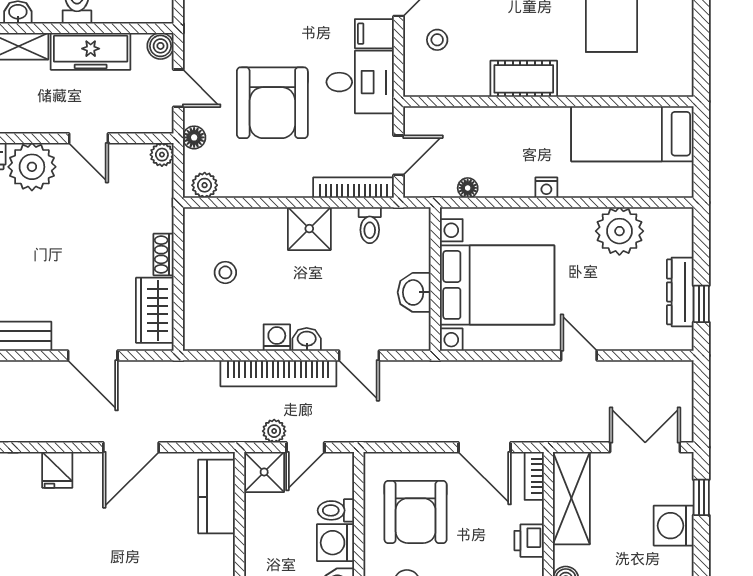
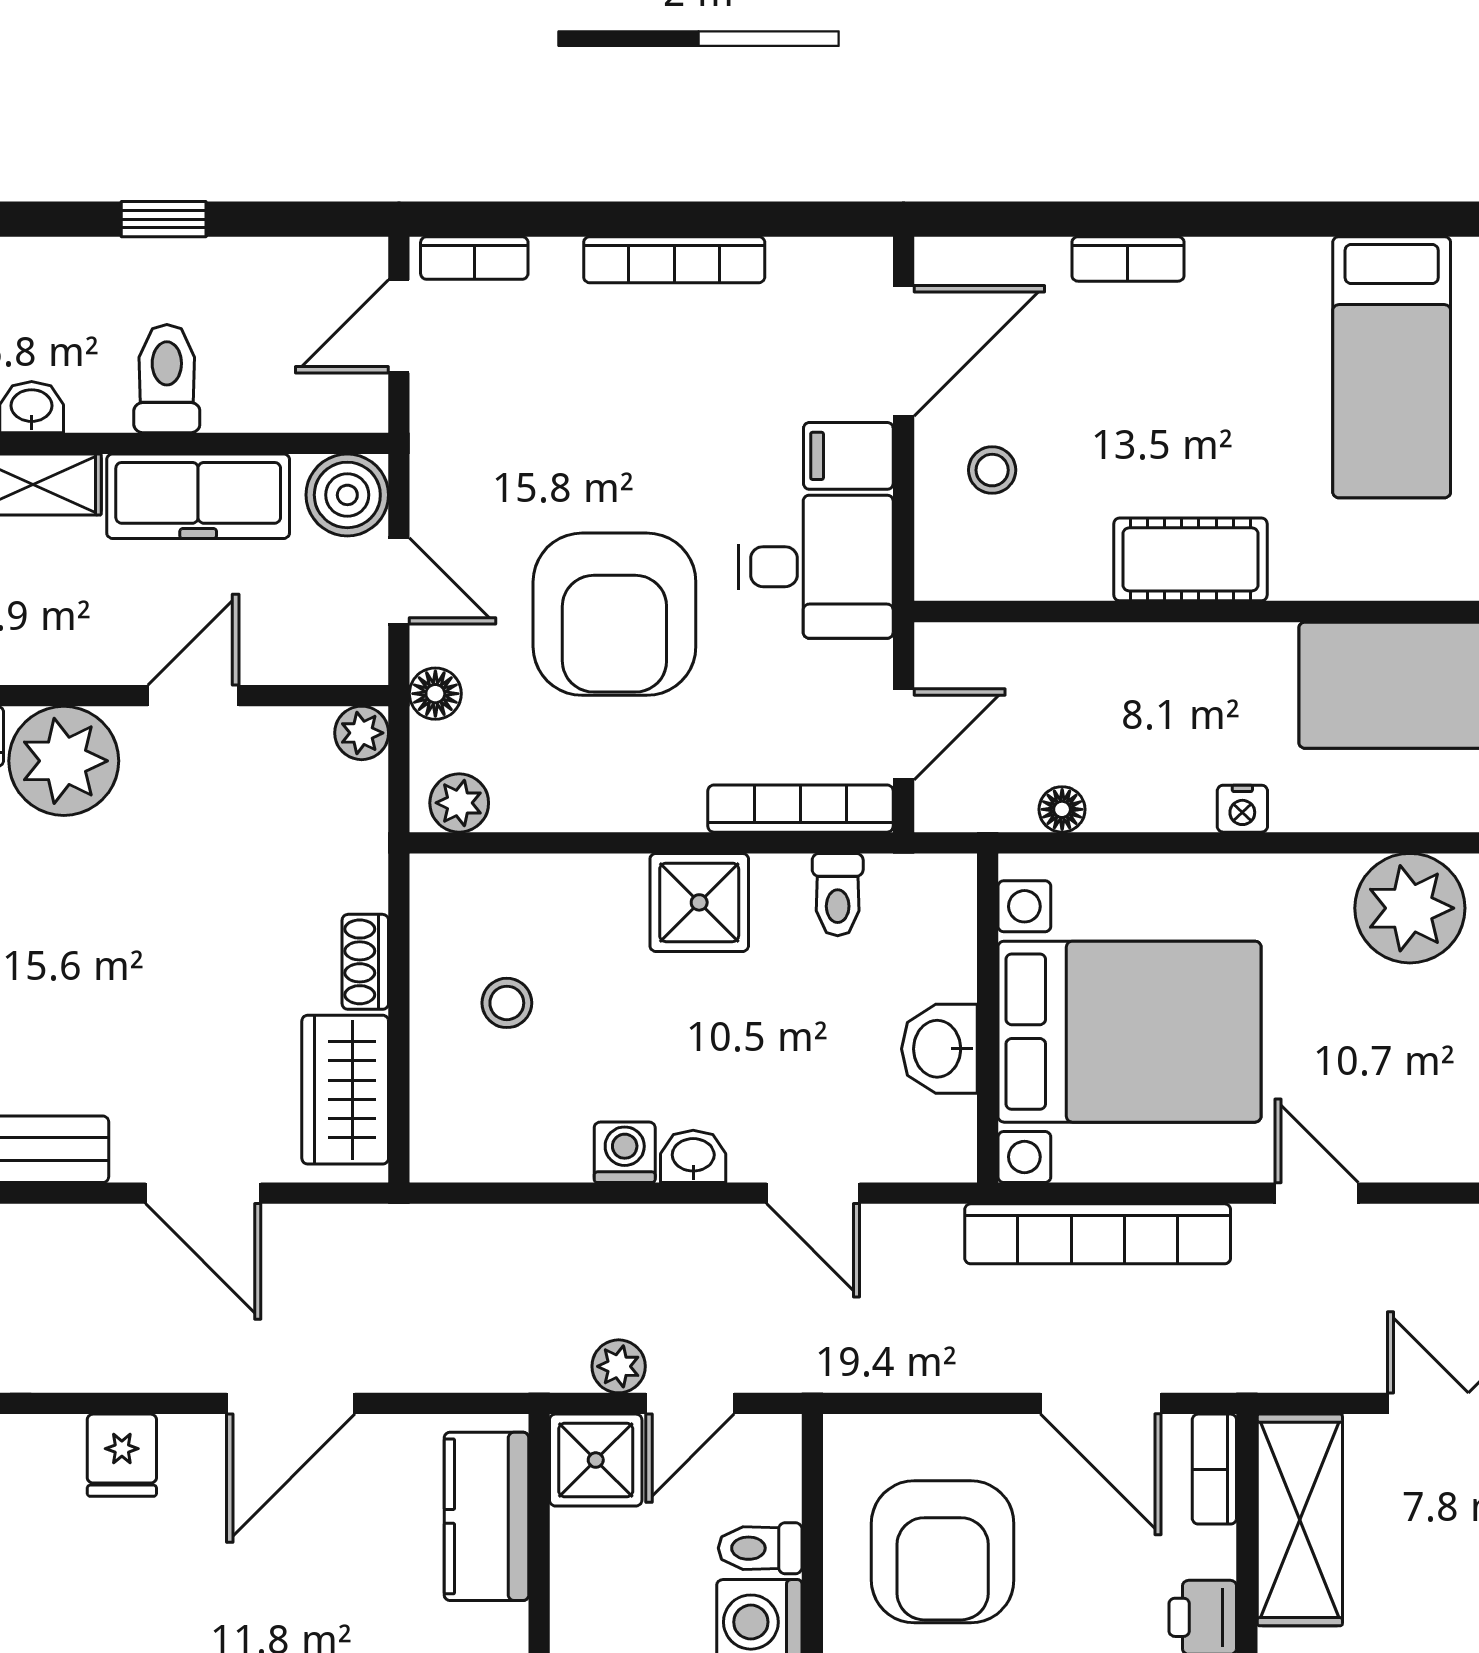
boiler: (160, 46) -> (347, 495), width x1.36, depth x1.36
door: (88, 138) -> (193, 696), swing flipped
bookcase: (278, 373) -> (1098, 1234), moved

